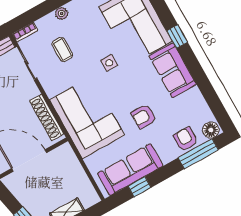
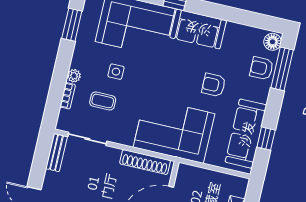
bookcase: (25, 32) -> (68, 96), moved
side table: (109, 63) -> (116, 72), moved
armchair: (144, 116) -> (214, 85), turned 90

